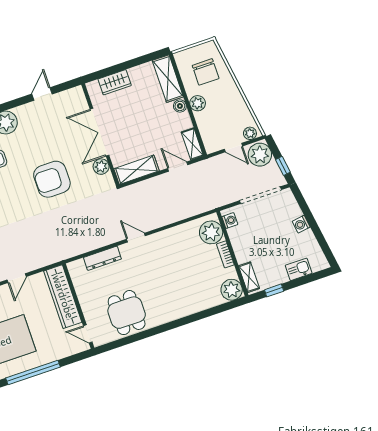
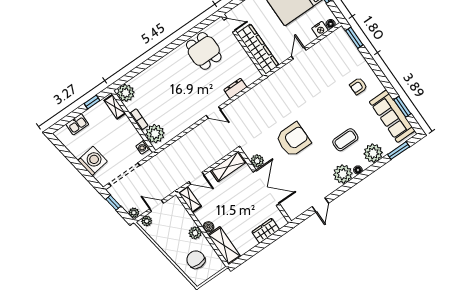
plant: (260, 155) -> (134, 213), width x0.53, depth x0.53
washing machine: (301, 224) -> (93, 161), width x1.89, depth x1.89
dresser: (102, 258) -> (235, 88), width x0.70

